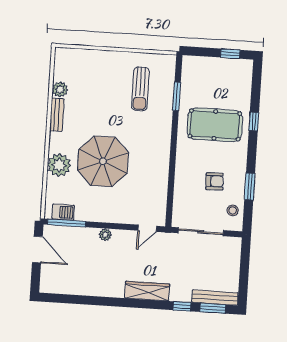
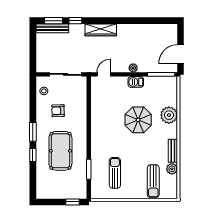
window: (230, 54) -> (72, 202), moved
sun lounger: (87, 74) -> (153, 181), added
pool table: (215, 125) -> (60, 151), turned 90
parasol: (103, 161) -> (138, 120), width x0.73, depth x0.73
window: (250, 186) -> (33, 132), moved
barbecue: (63, 212) -> (136, 82), moved
door: (37, 250) -> (181, 54), hinge flipped

